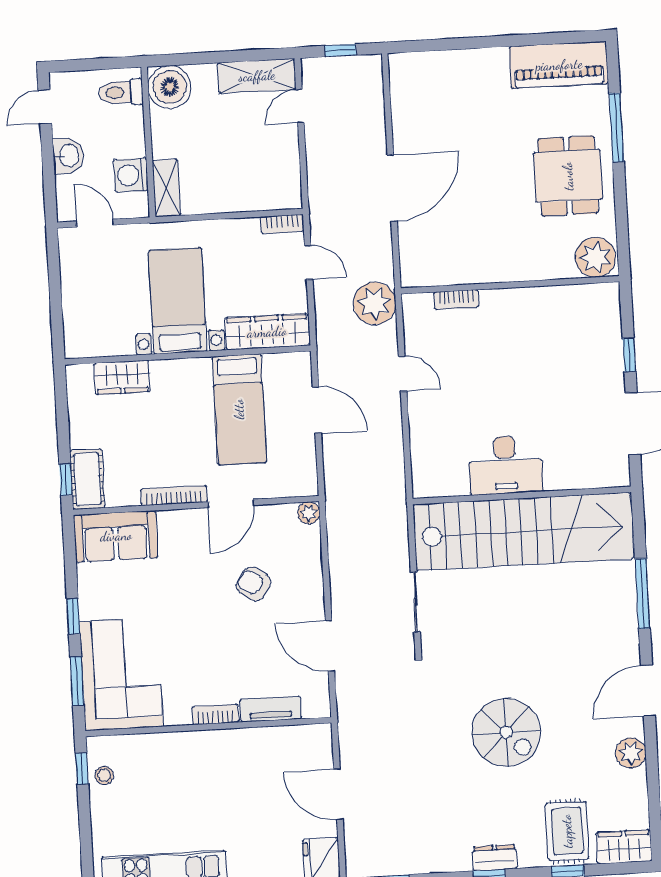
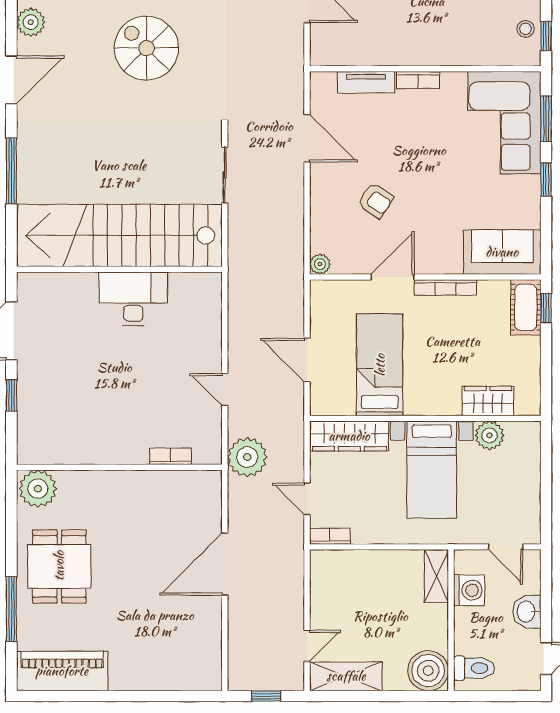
plant: (118, 341) -> (489, 435), added

